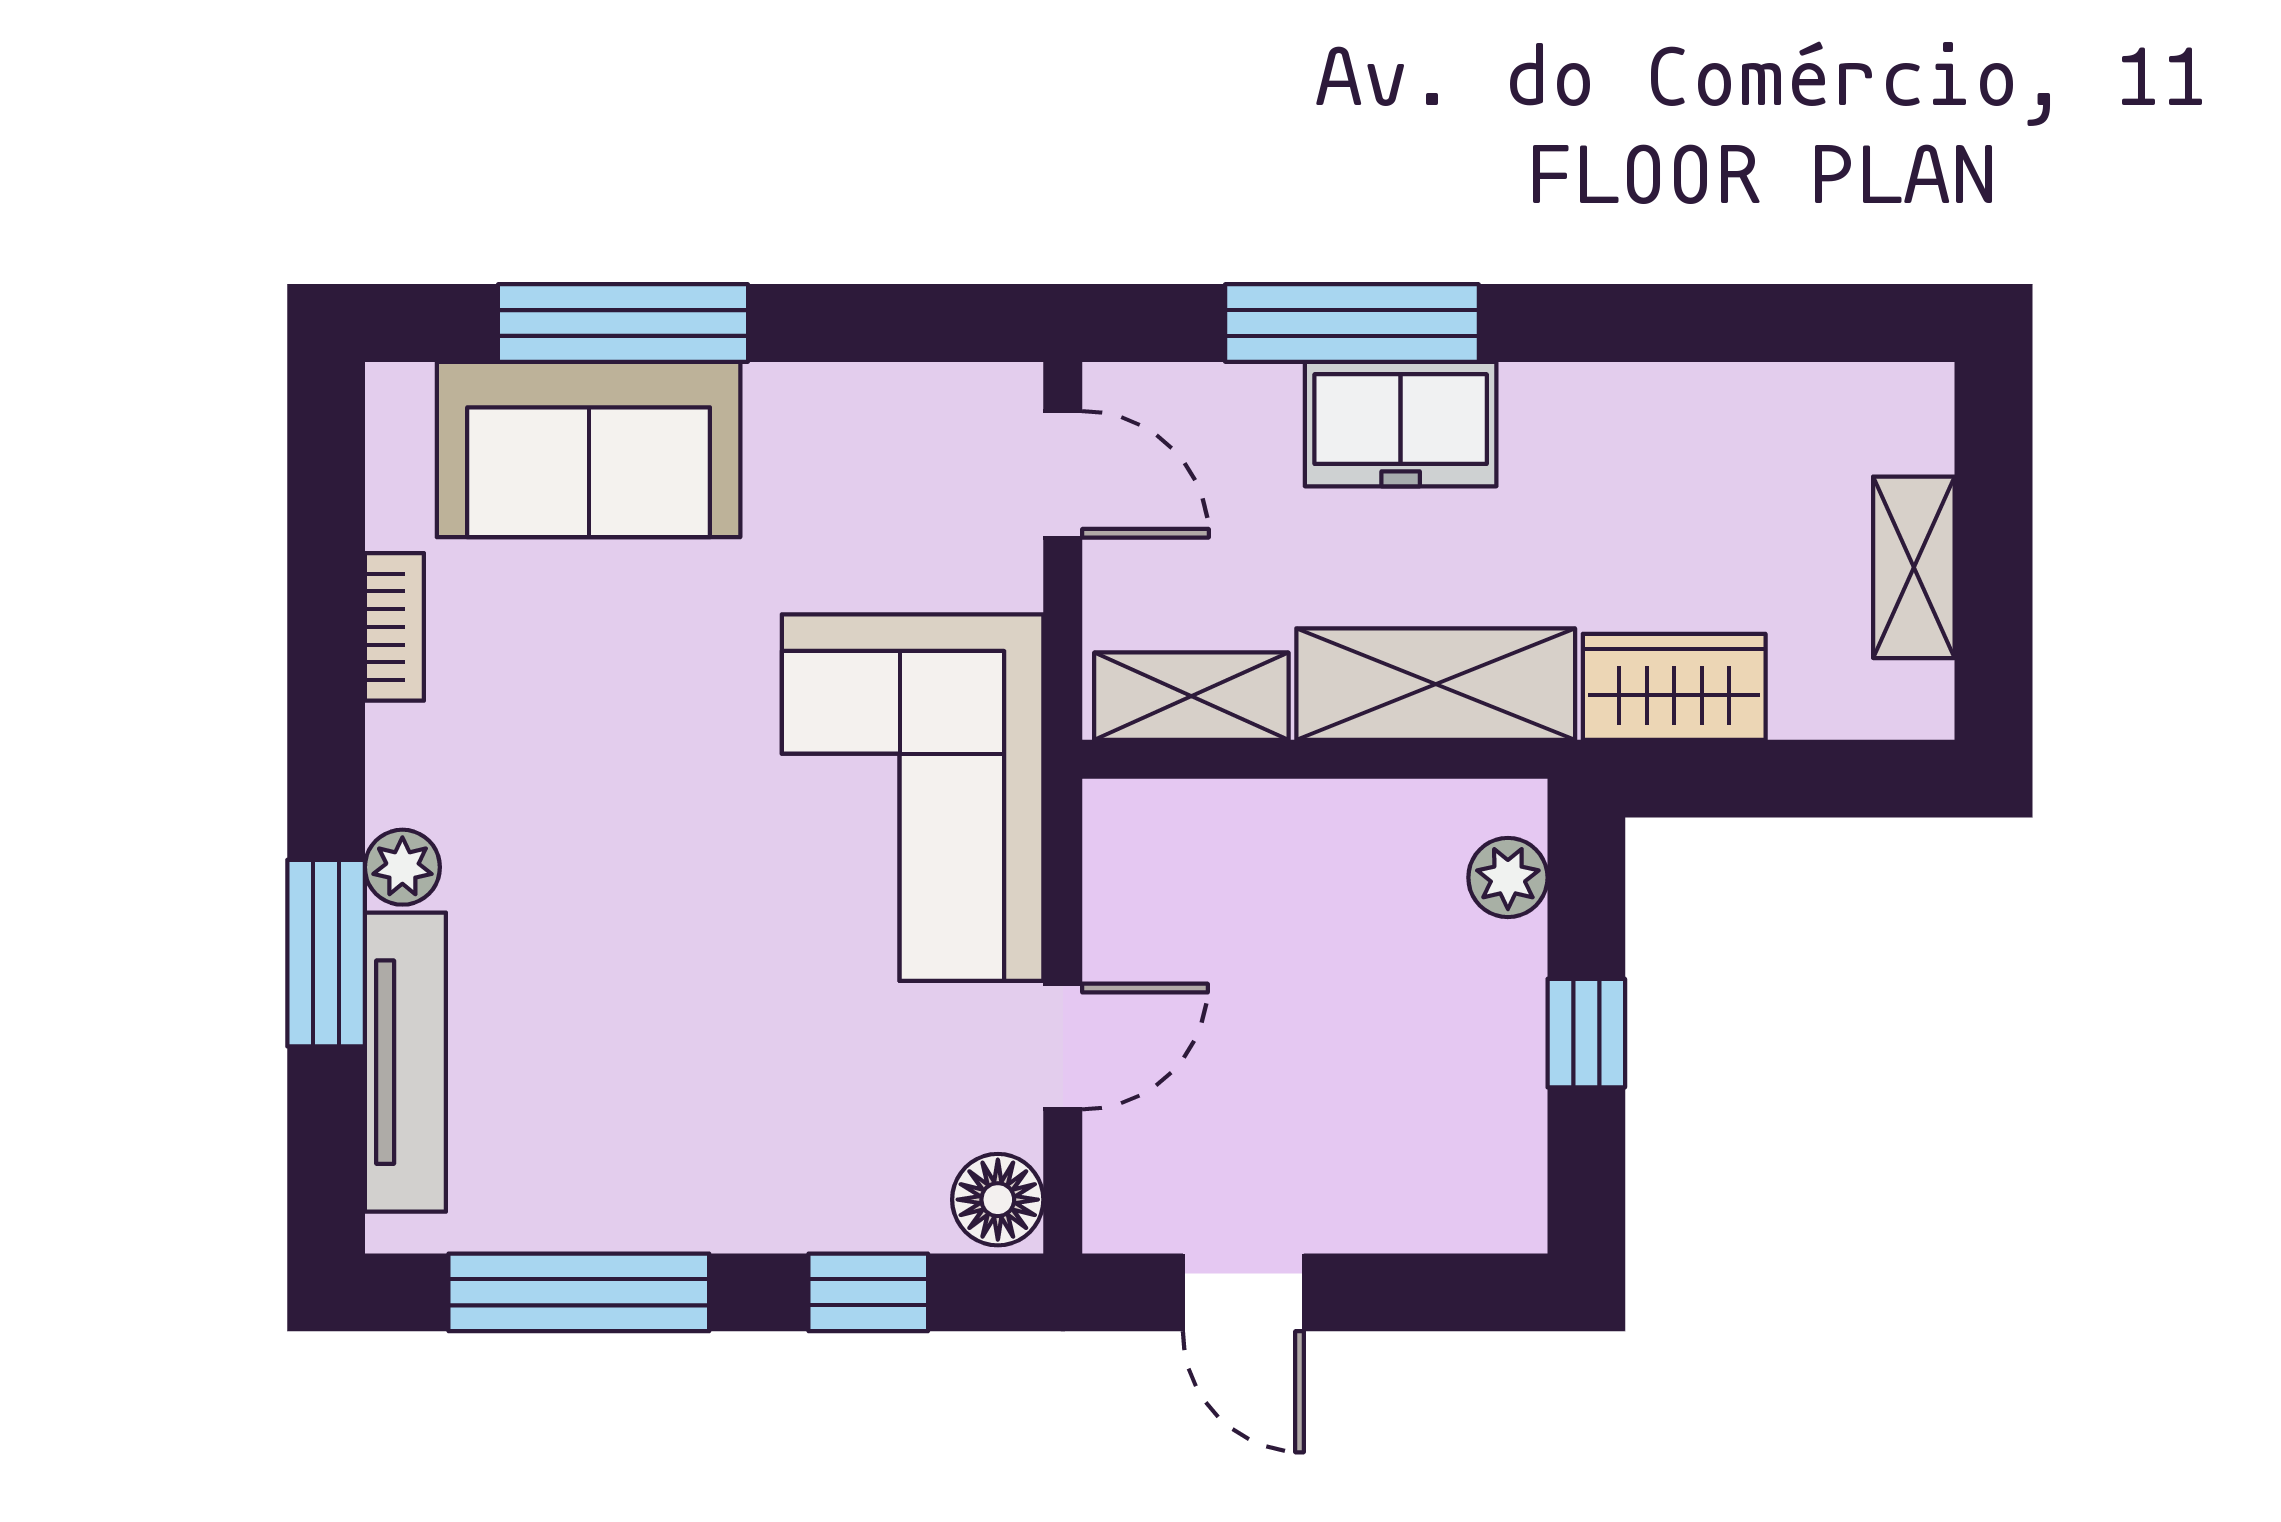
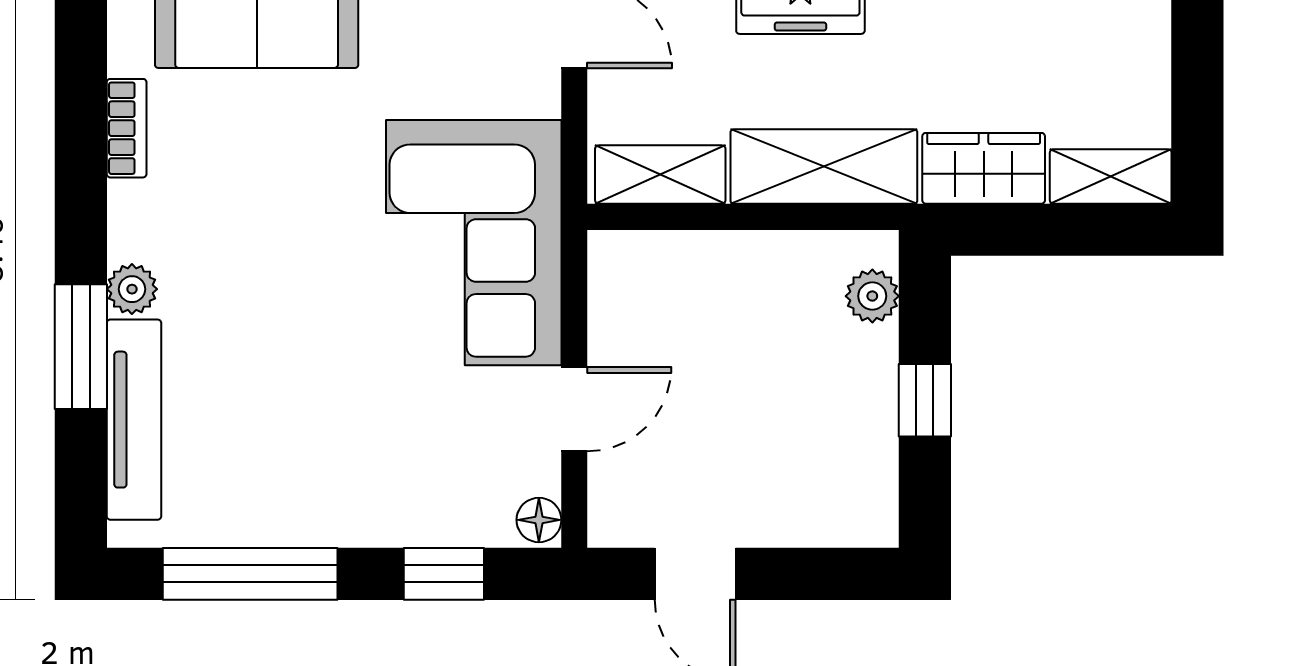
shelving: (1914, 567) -> (1111, 176), moved, turned 90
floor lamp: (998, 1200) -> (539, 520), width x0.73, depth x0.73

